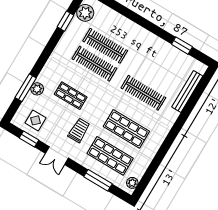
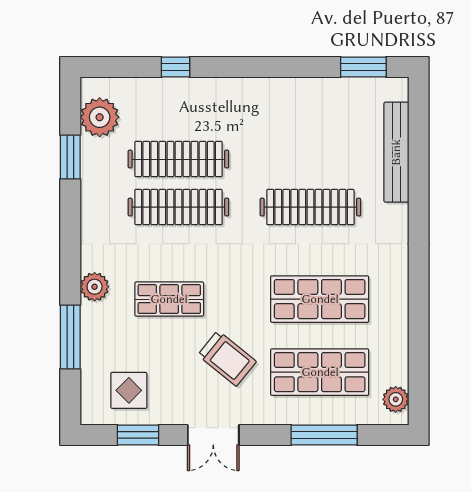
window: (124, 11) -> (176, 67), added
window: (182, 46) -> (363, 67), moved
plant: (37, 89) -> (95, 287), moved
trolley: (79, 130) -> (227, 358), turned 129

